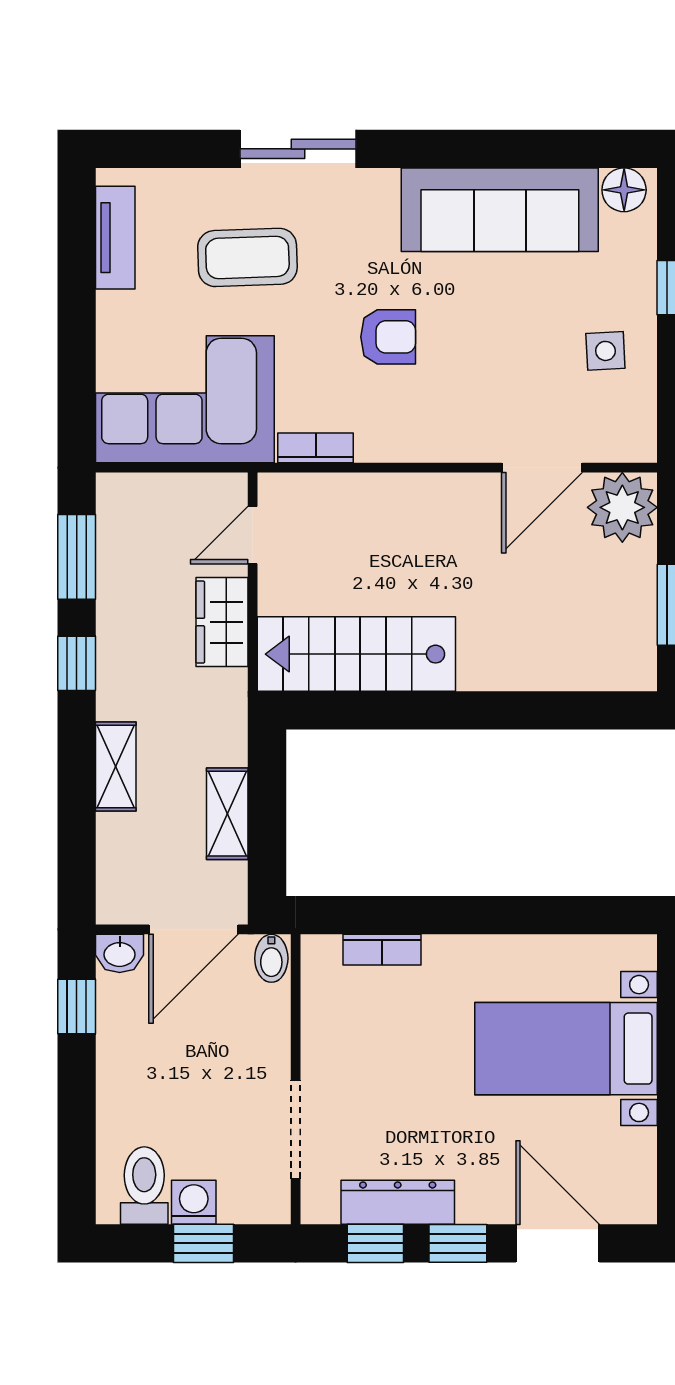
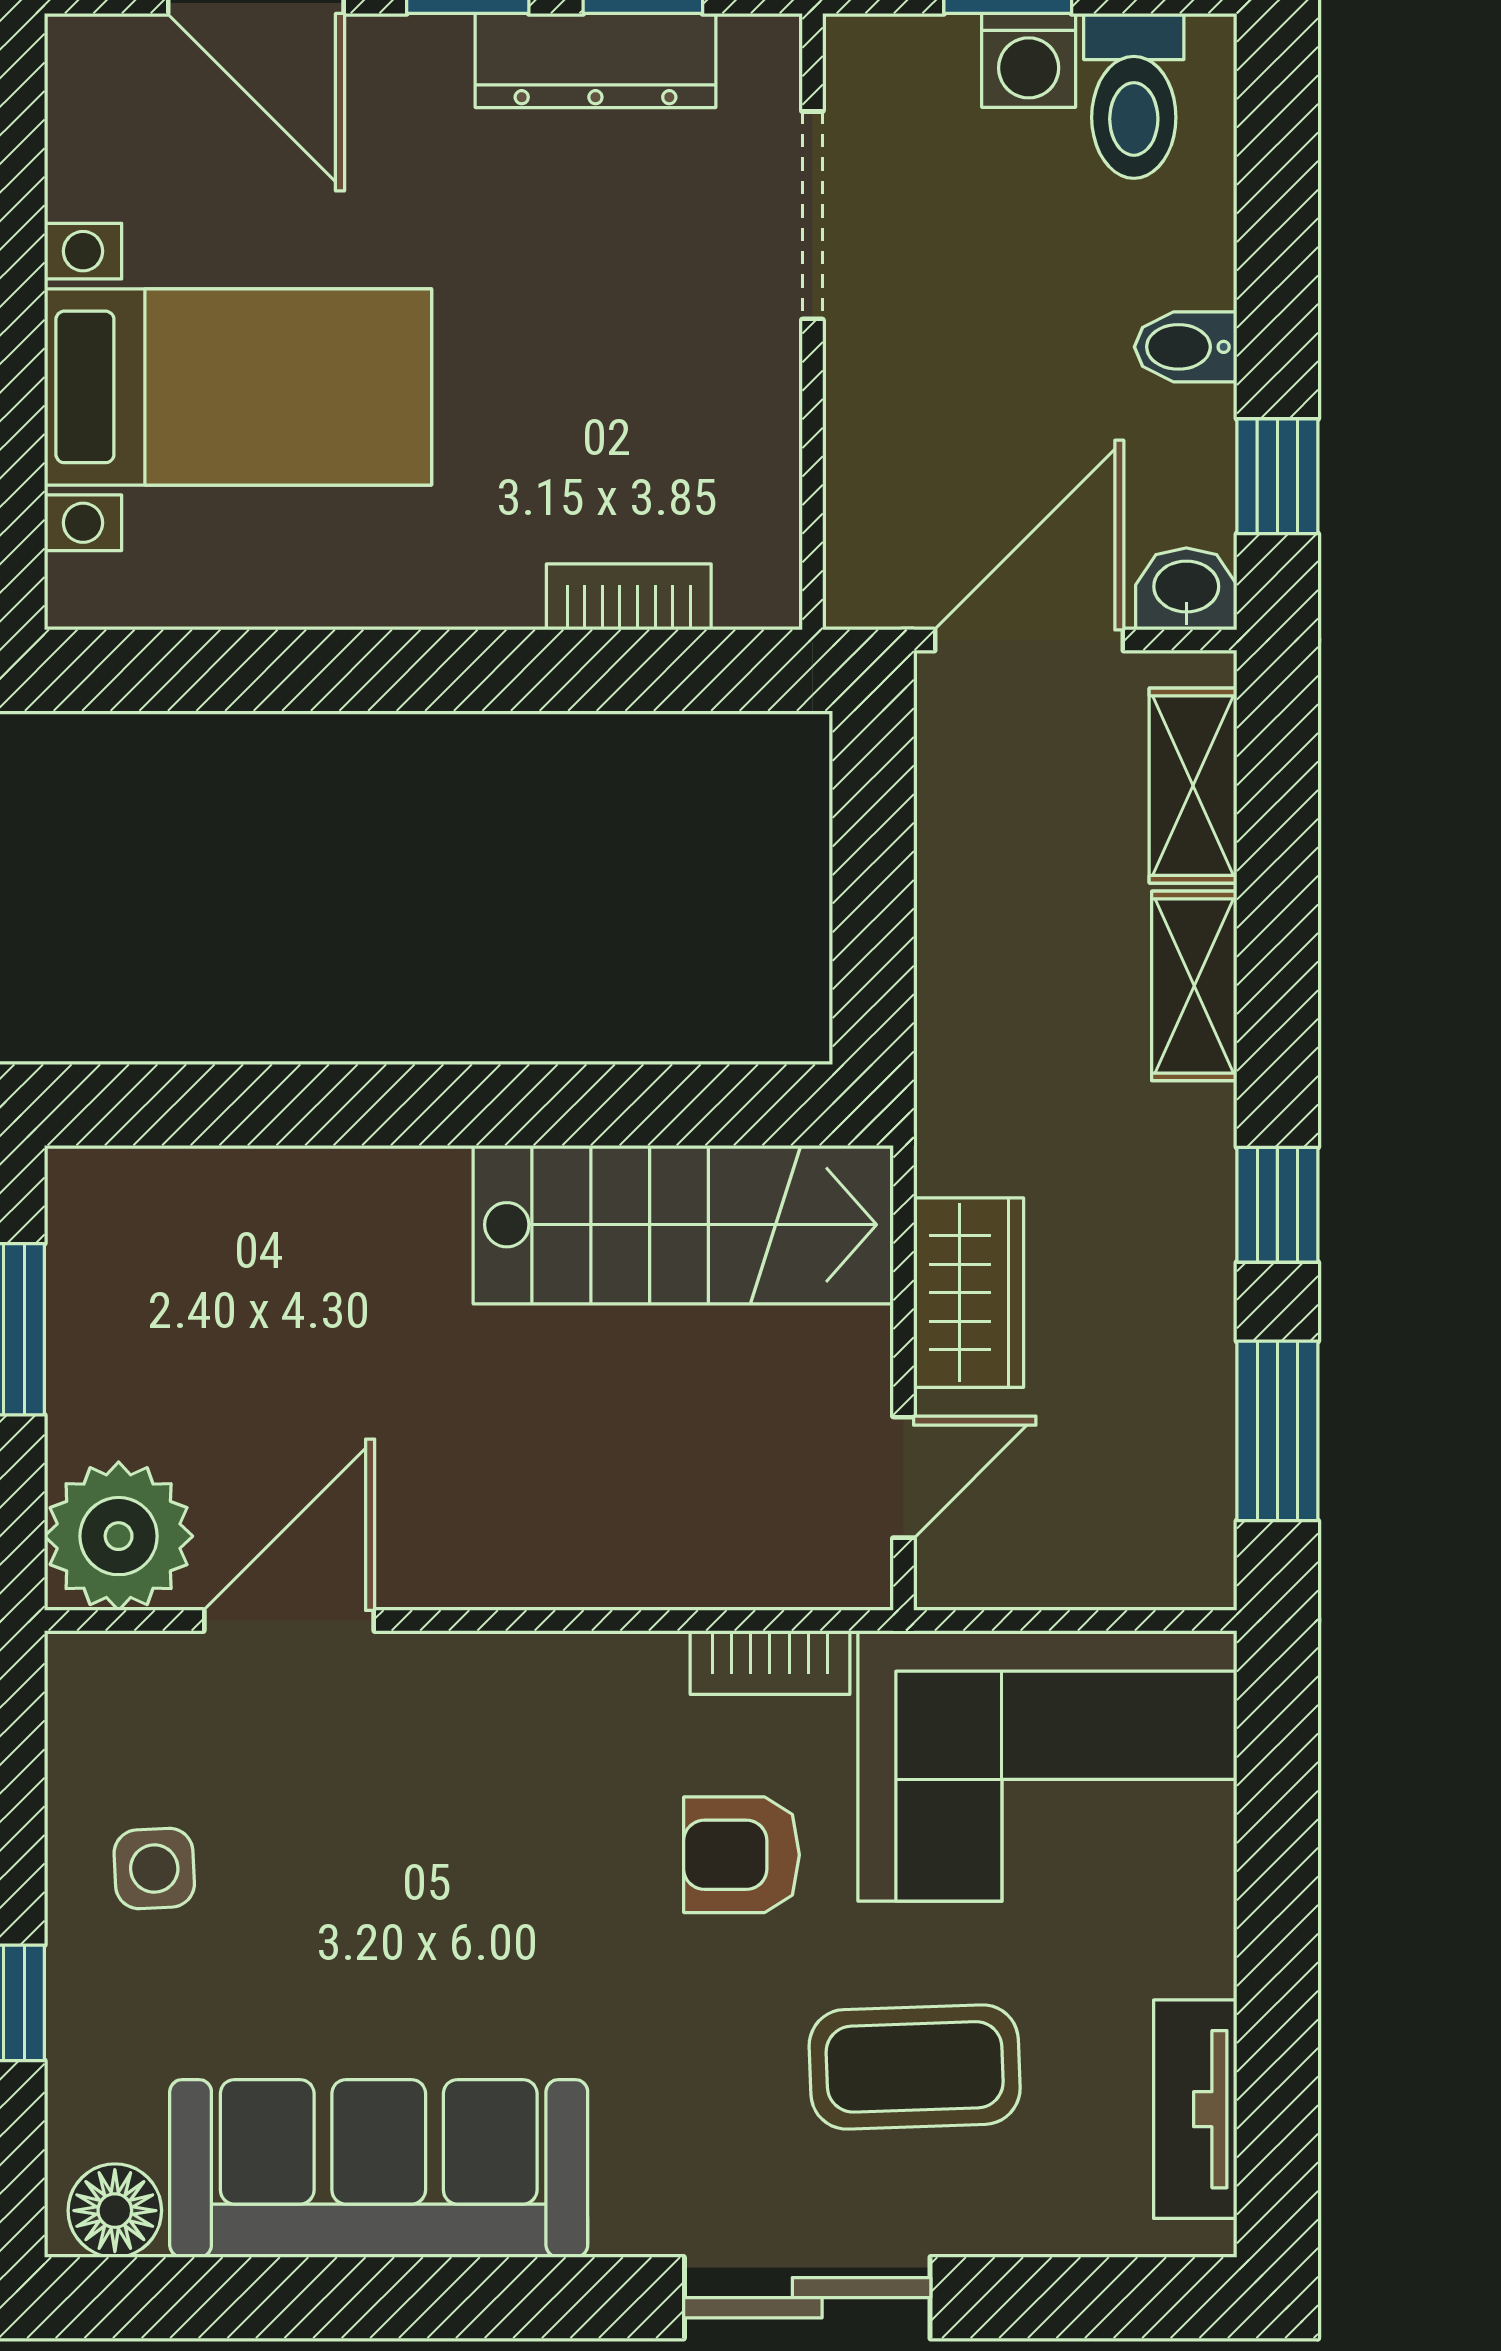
armchair: (388, 337) -> (742, 1855), moved
shelving: (227, 814) -> (1193, 786), moved
bidet: (271, 958) -> (1186, 347), moved, turned -90

